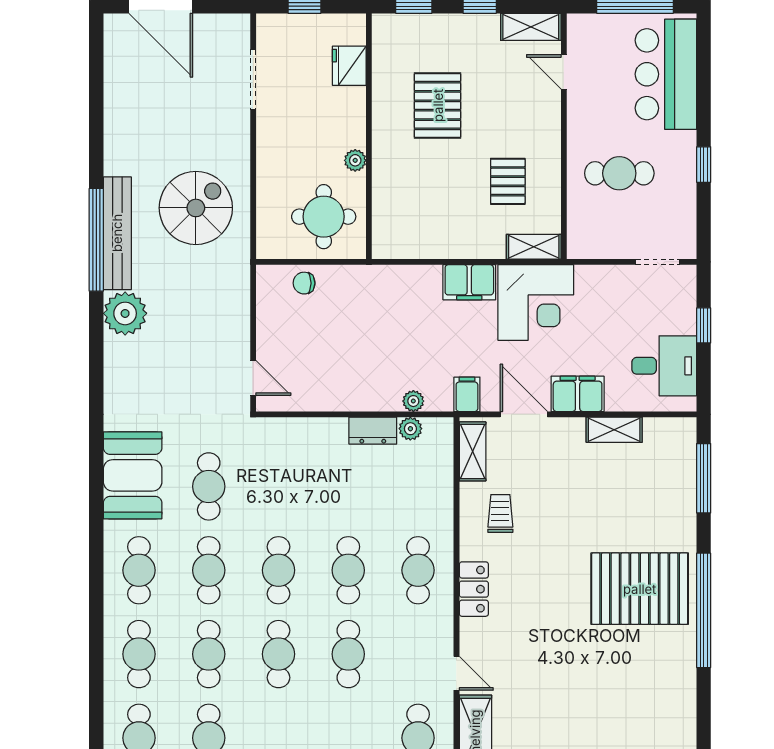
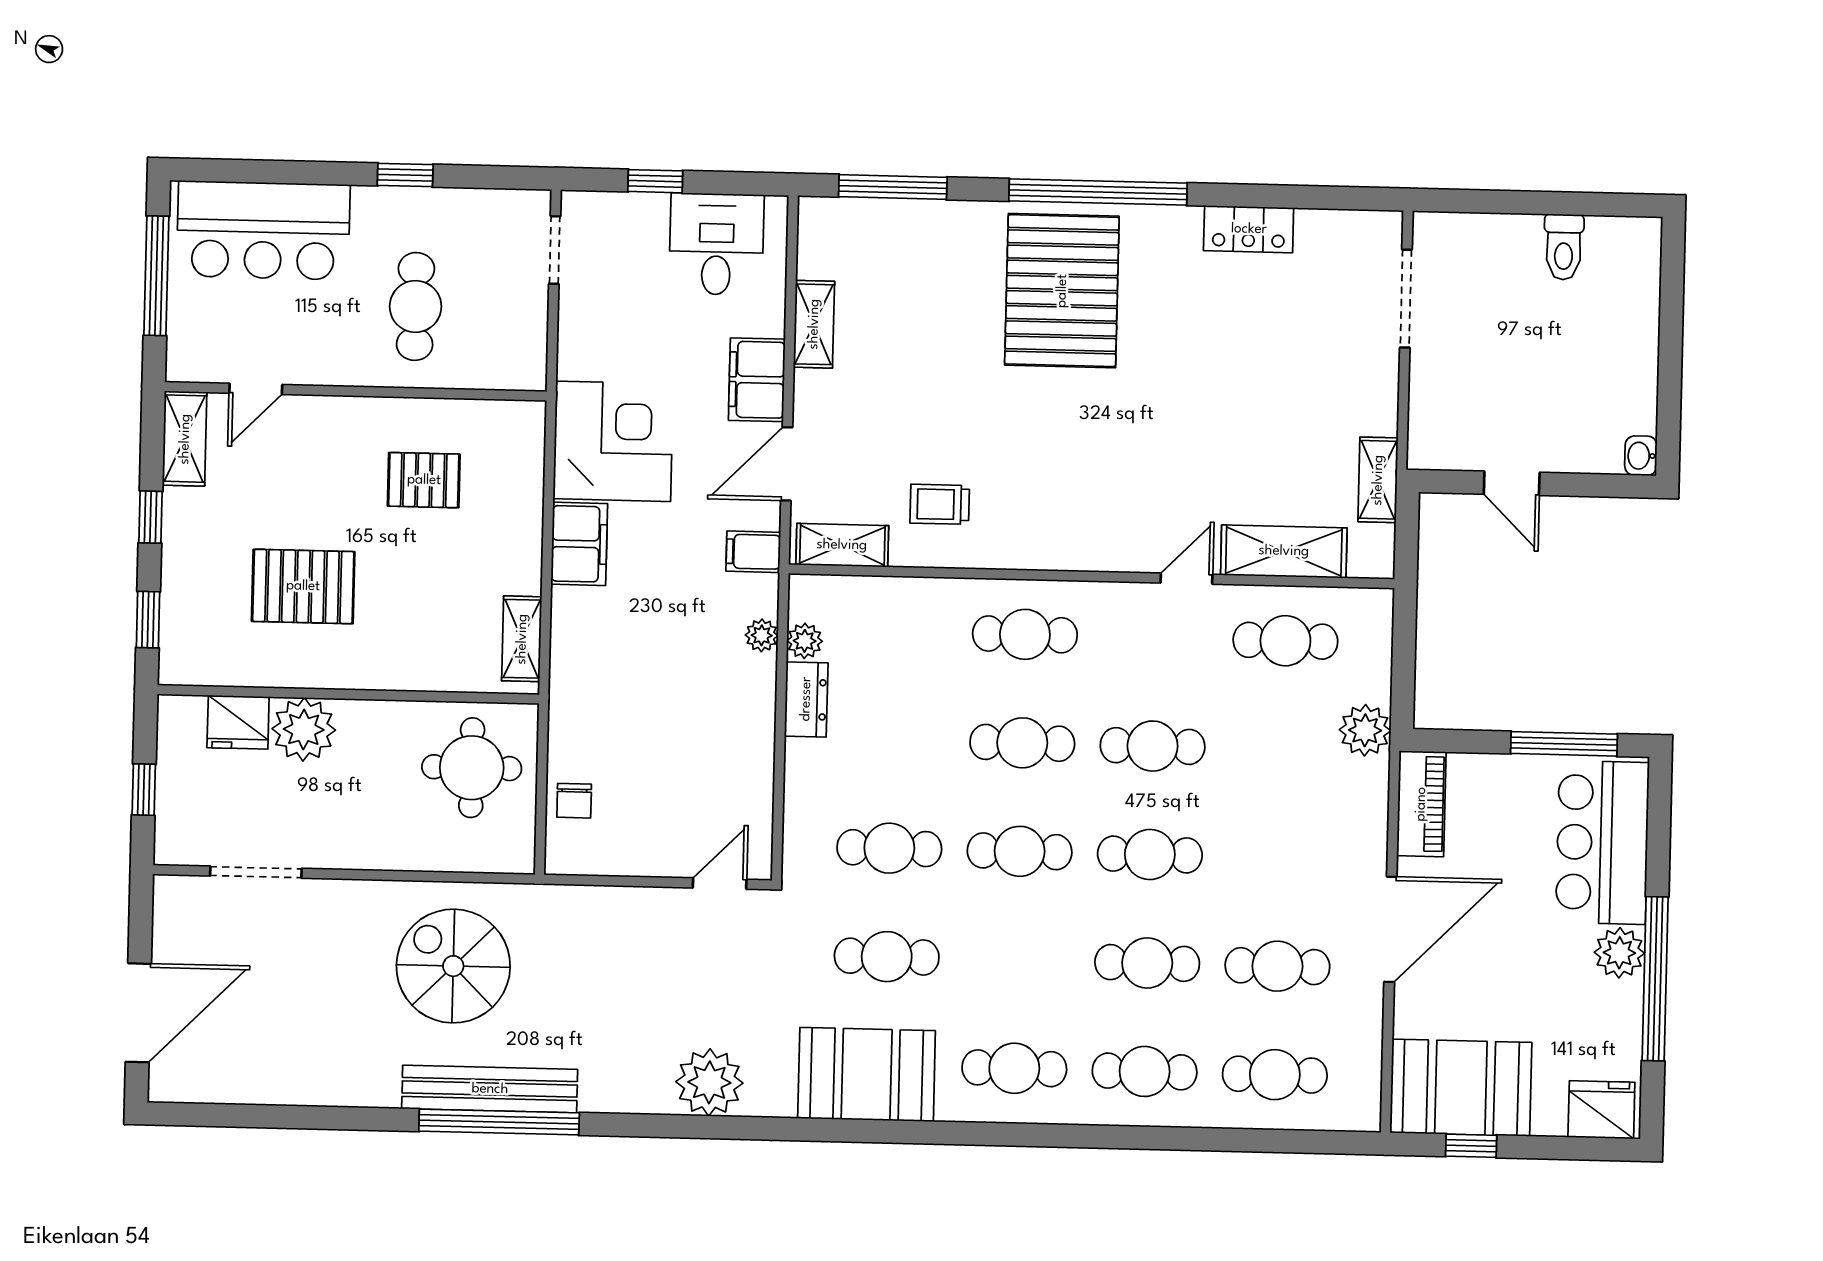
plant: (355, 160) -> (304, 729), moved, width x1.87, depth x1.87
shelving: (534, 247) -> (522, 639), moved
plant: (125, 313) -> (709, 1082), moved
cafe table: (209, 570) -> (889, 848), moved
locker: (474, 589) -> (1249, 229), moved, turned 180

